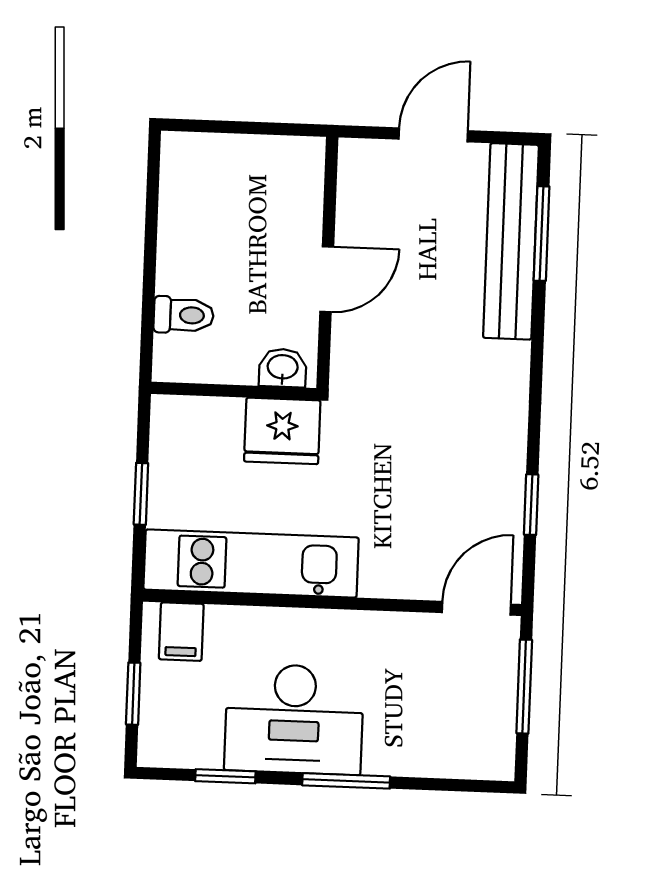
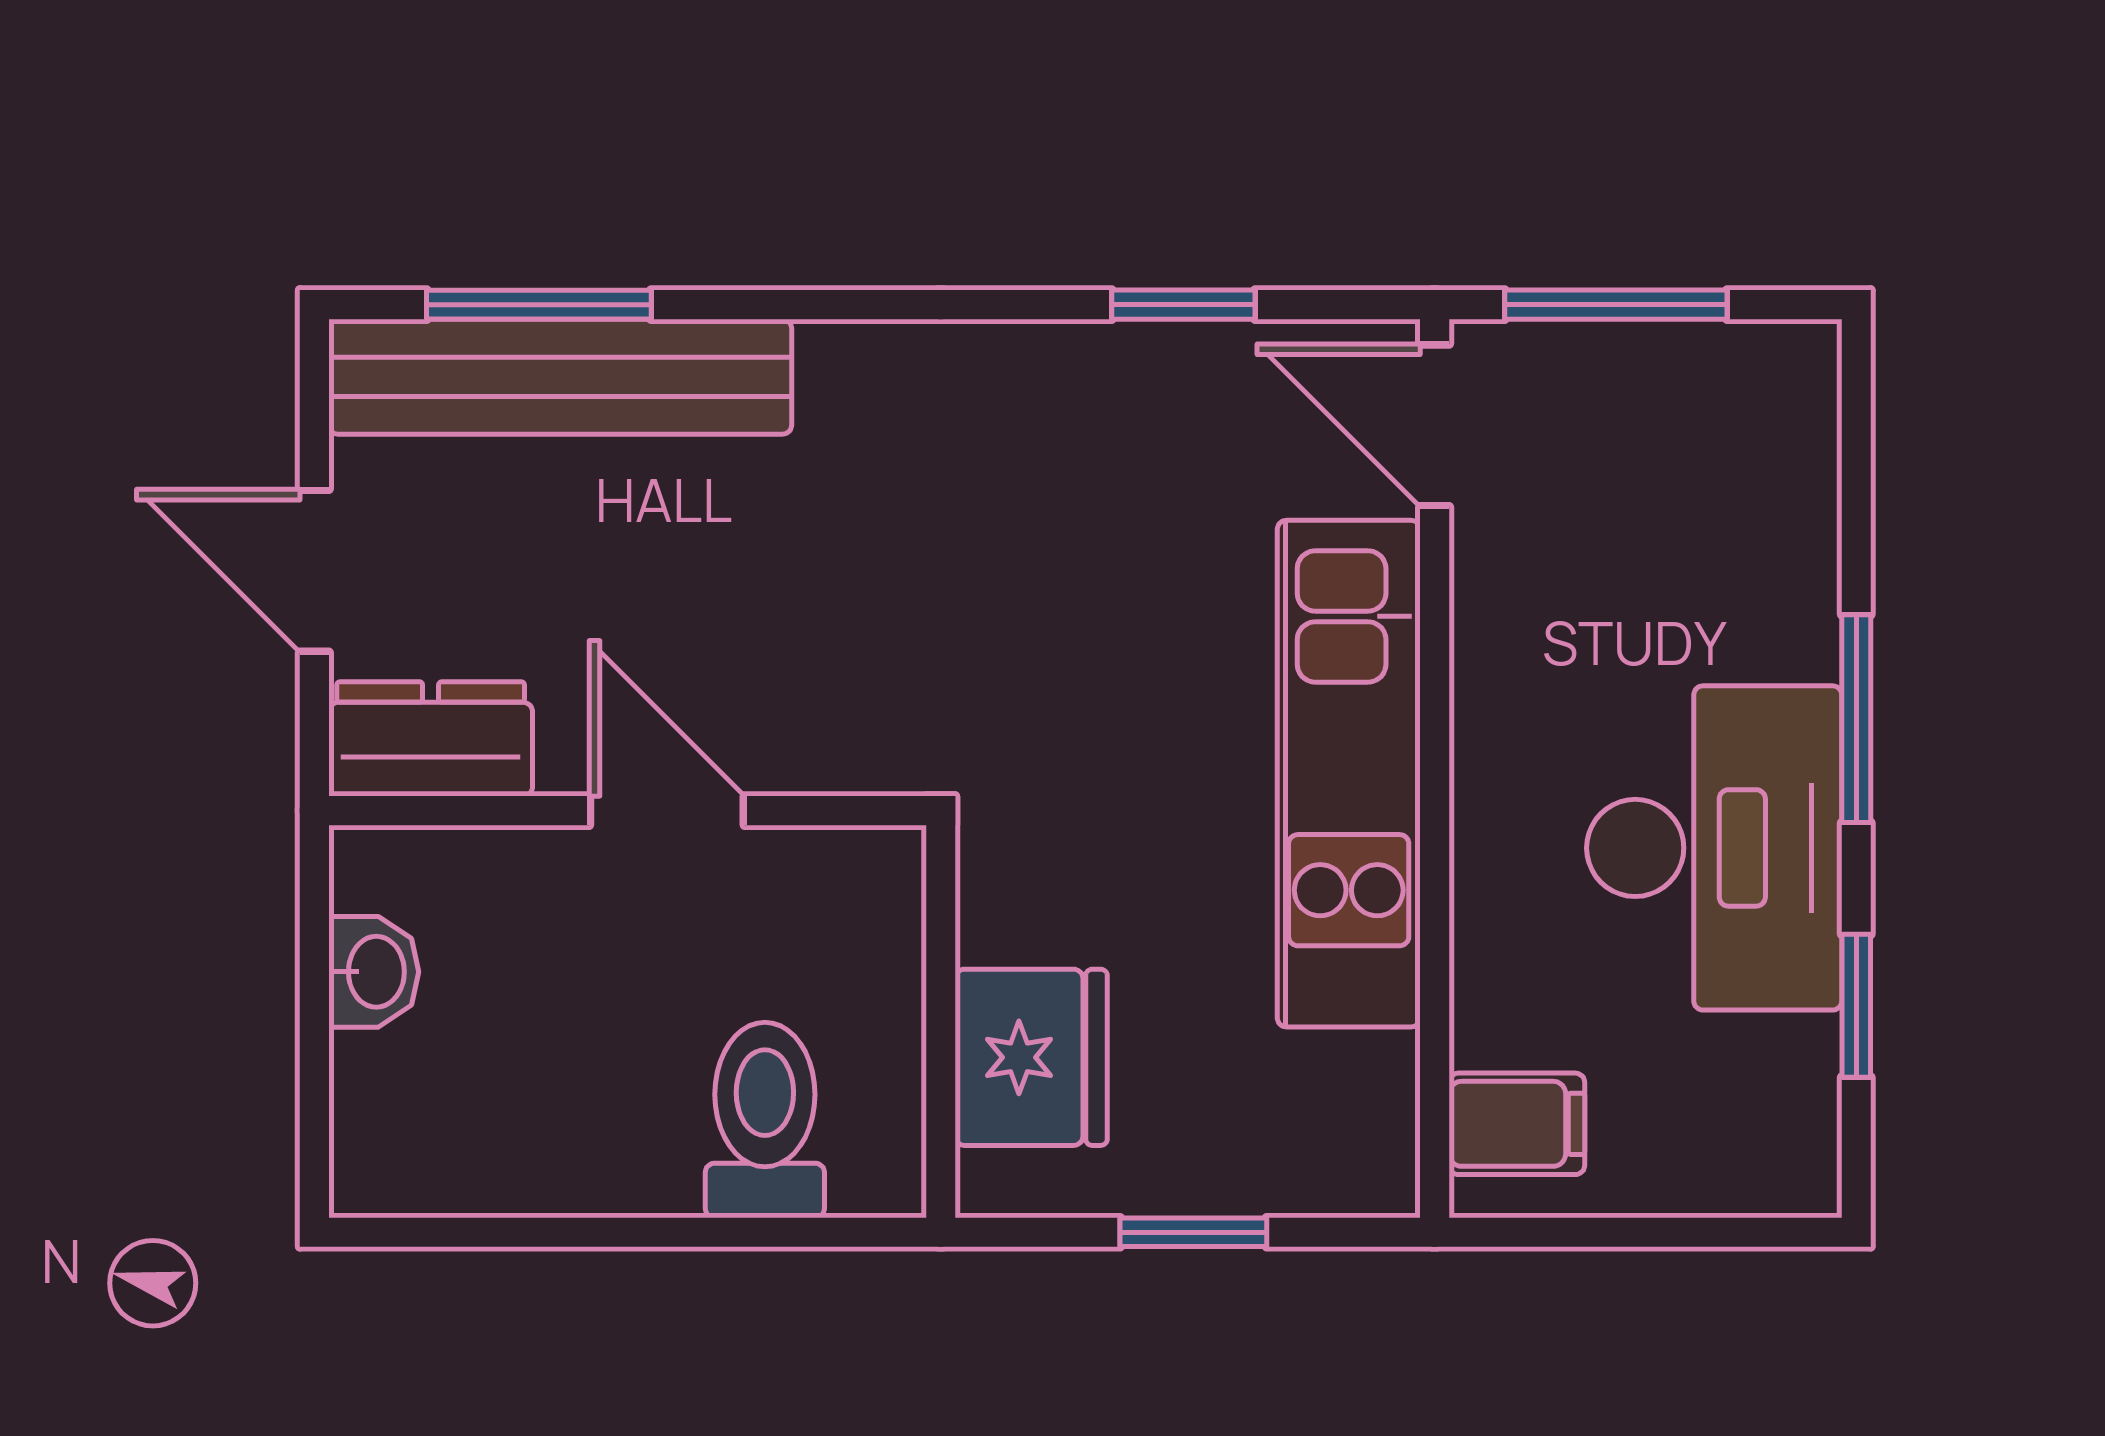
dresser: (361, 181) -> (431, 739), added
toilet: (184, 315) -> (765, 1120), width x1.37, depth x1.39
washbasin: (283, 368) -> (374, 972), moved, turned 180
fridge: (282, 431) -> (1031, 1057), moved
kitchen unit: (251, 564) -> (1349, 774), moved
window: (133, 694) -> (1669, 1232), removed

